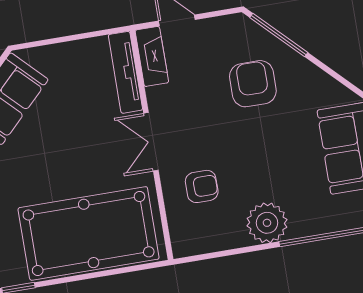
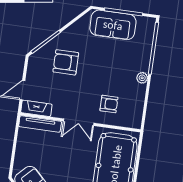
armchair: (202, 186) -> (109, 104), turned 90
plant: (267, 223) -> (142, 78), width x0.53, depth x0.53

